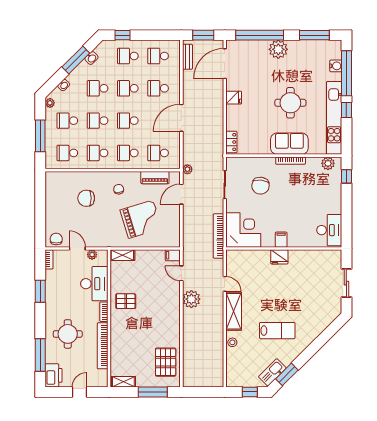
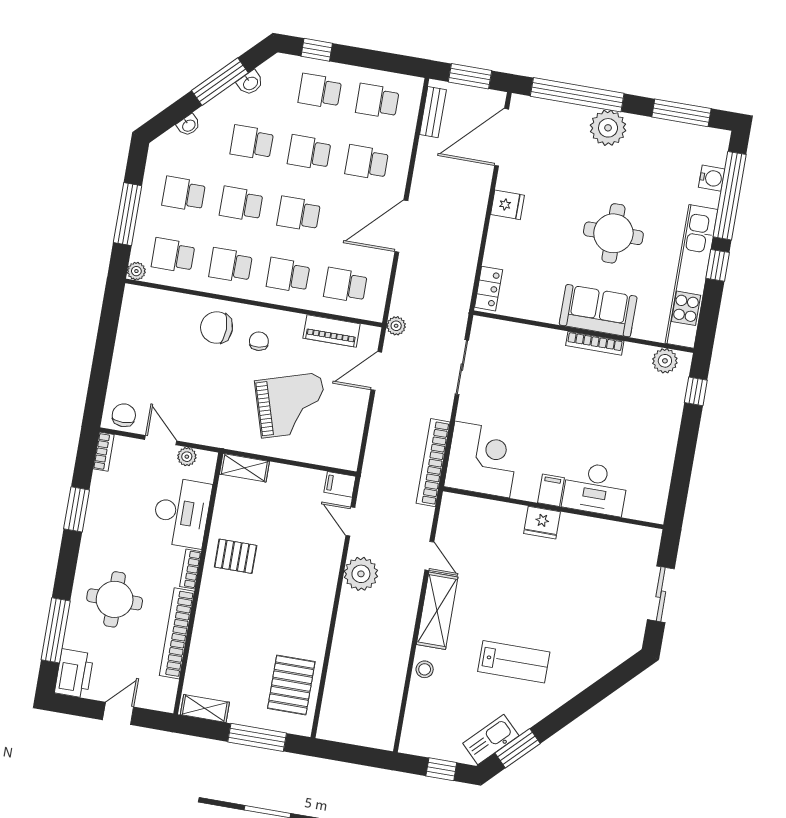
plant: (50, 103) -> (136, 271), moved
chair: (261, 186) -> (529, 381), removed
chair: (86, 198) -> (217, 327), moved
desk: (329, 230) -> (595, 489), moved, turned 90

